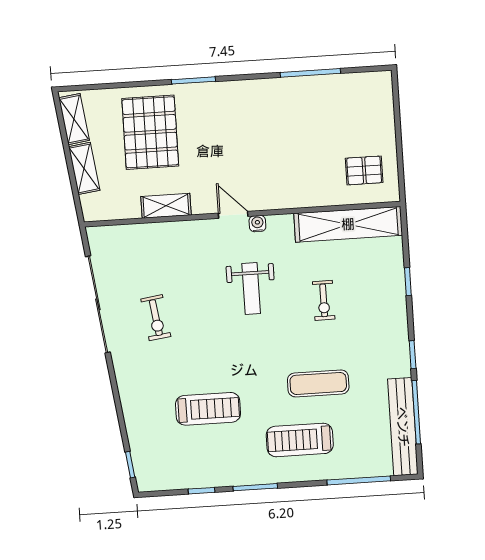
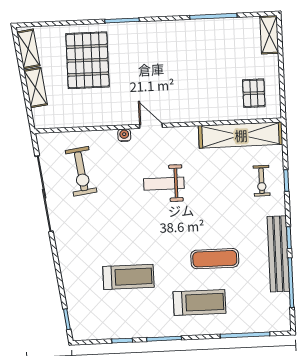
pallet: (364, 170) -> (254, 93), turned 90
shelving: (166, 206) -> (269, 35), moved, turned 90
water cooler: (257, 224) -> (124, 135), moved
weight bench: (251, 288) -> (164, 184), turned 90
exercise bike: (324, 300) -> (262, 181), moved
exercise bike: (156, 318) -> (81, 171), moved, width x1.38, depth x1.39
bench: (403, 427) -> (278, 254), moved
treadmill: (300, 440) -> (200, 302), turned 180

